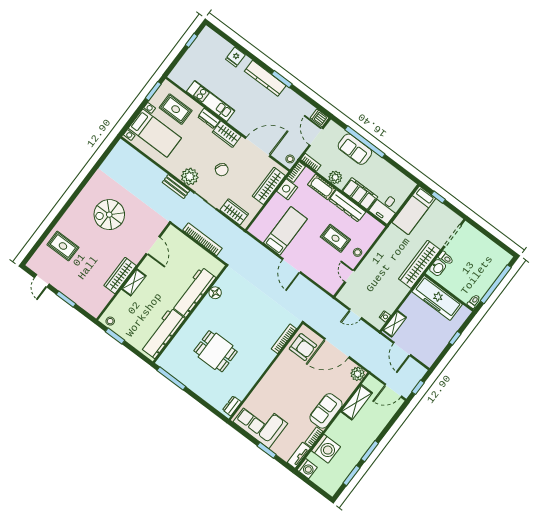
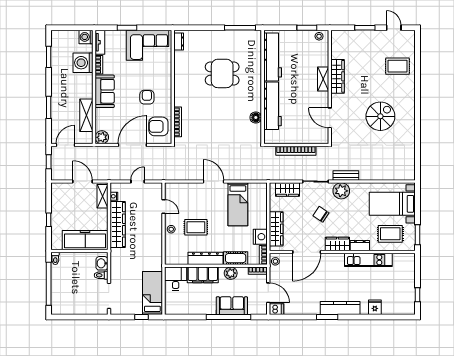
wardrobe: (419, 264) -> (118, 224), moved
armchair: (294, 379) -> (147, 97), added
window: (370, 451) -> (49, 107), moved

